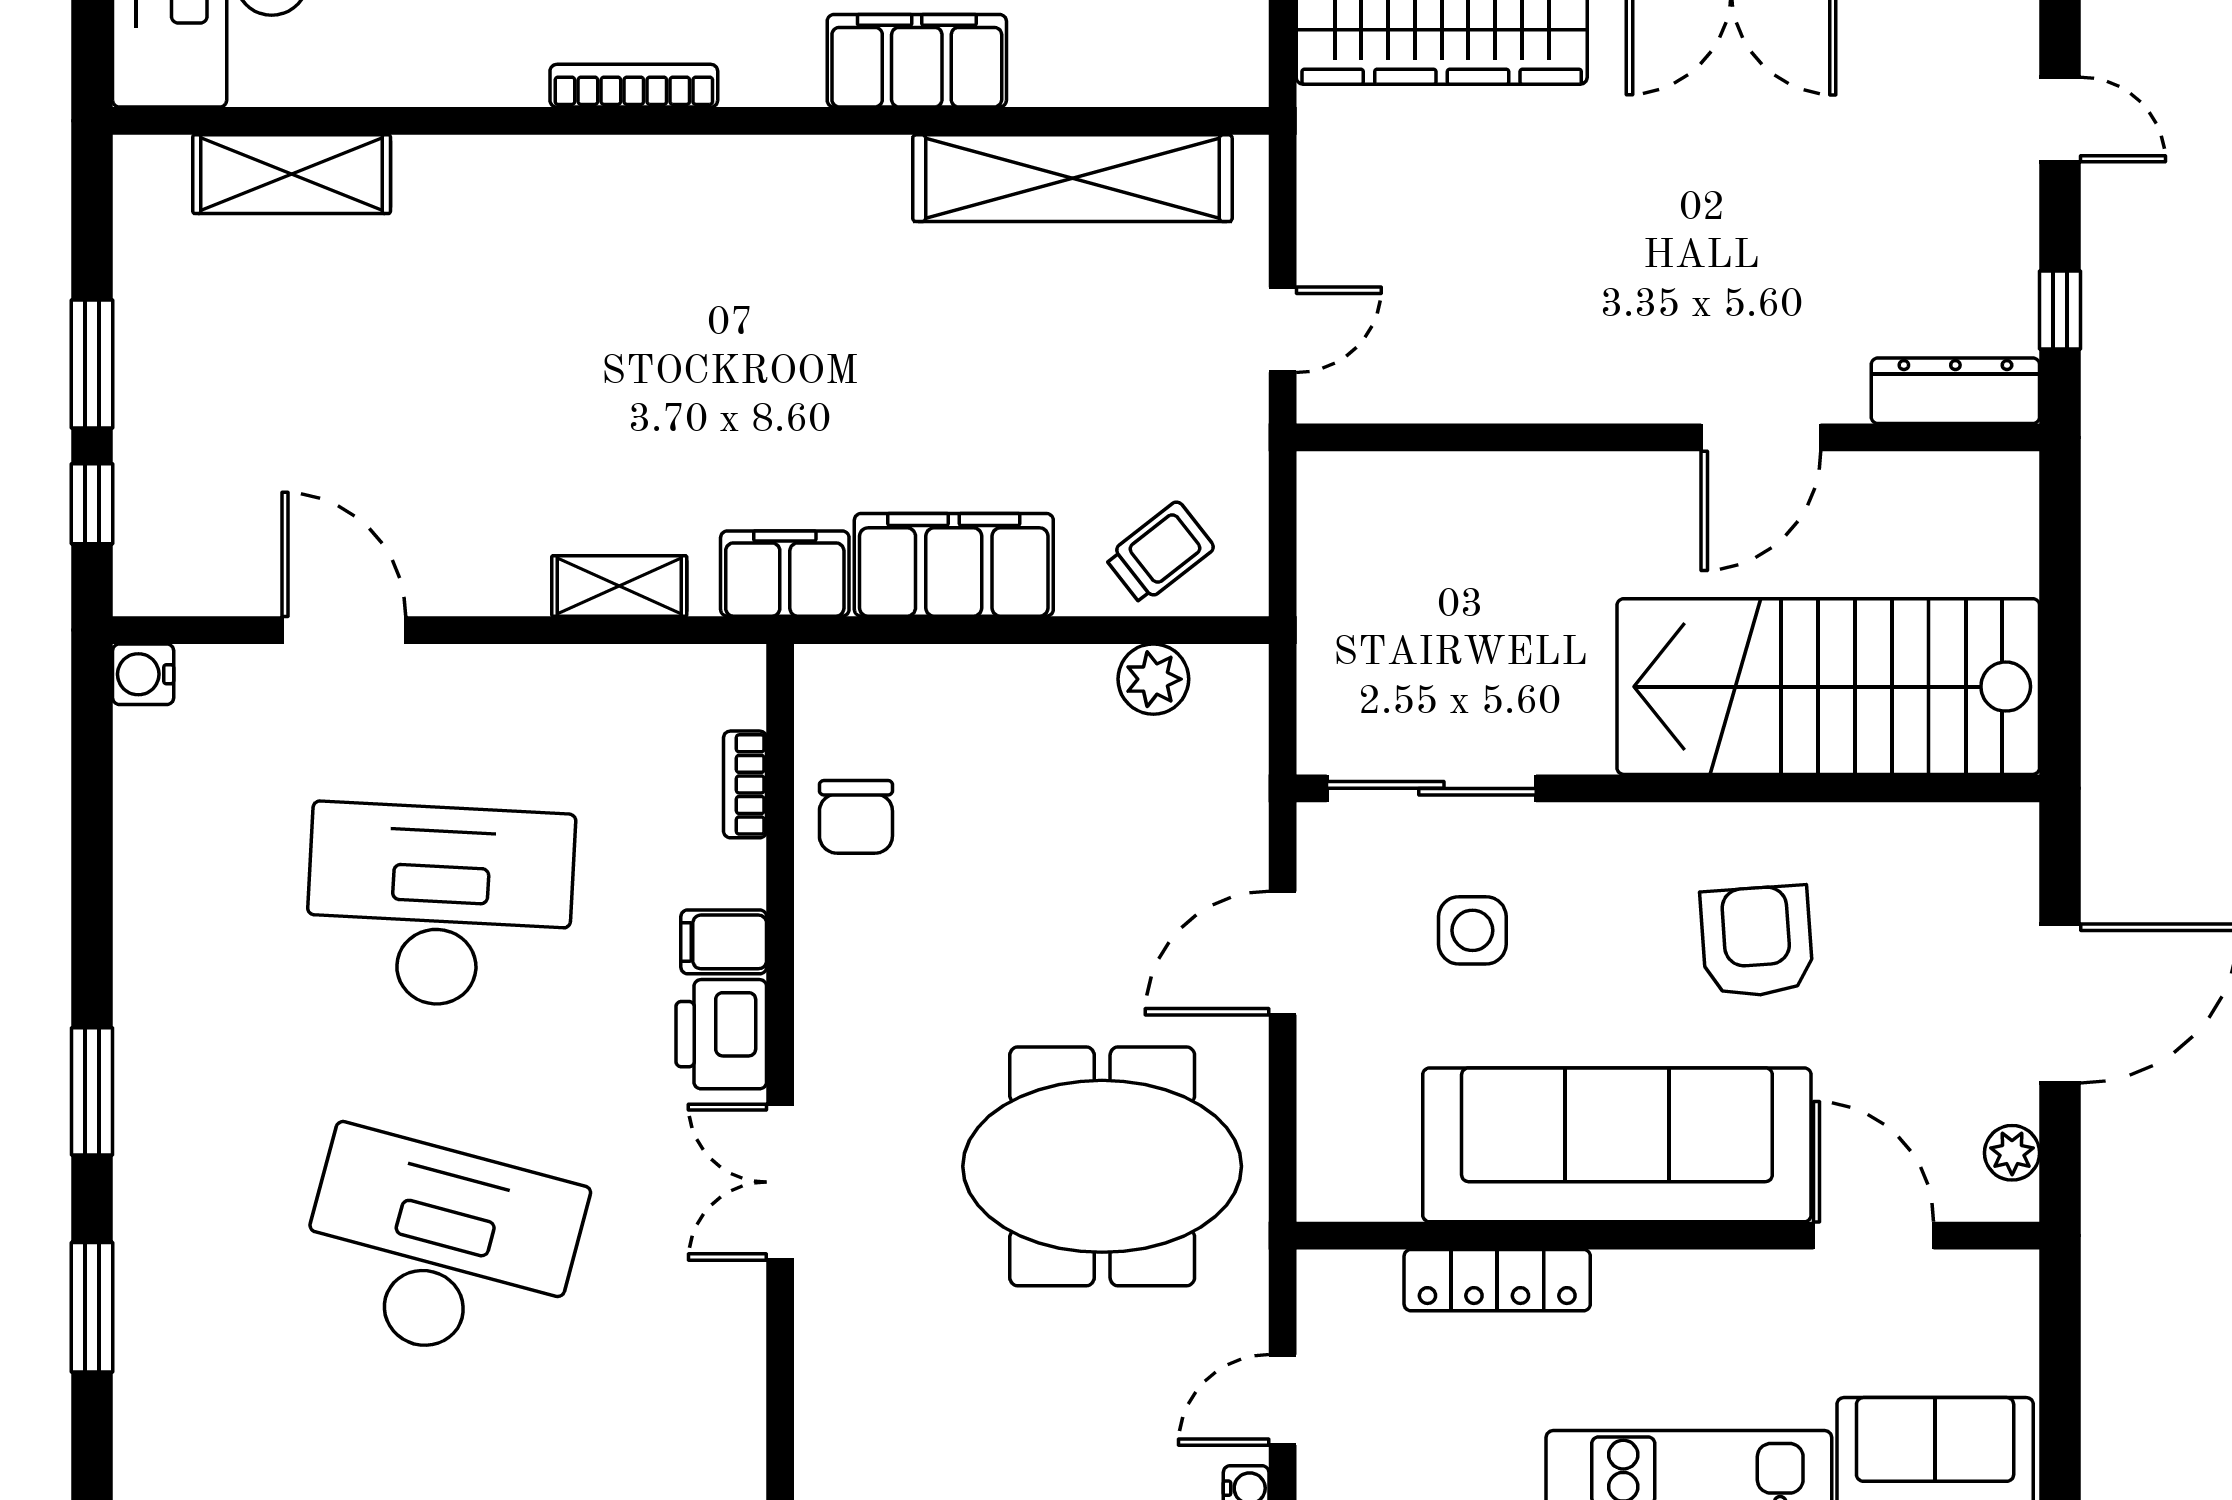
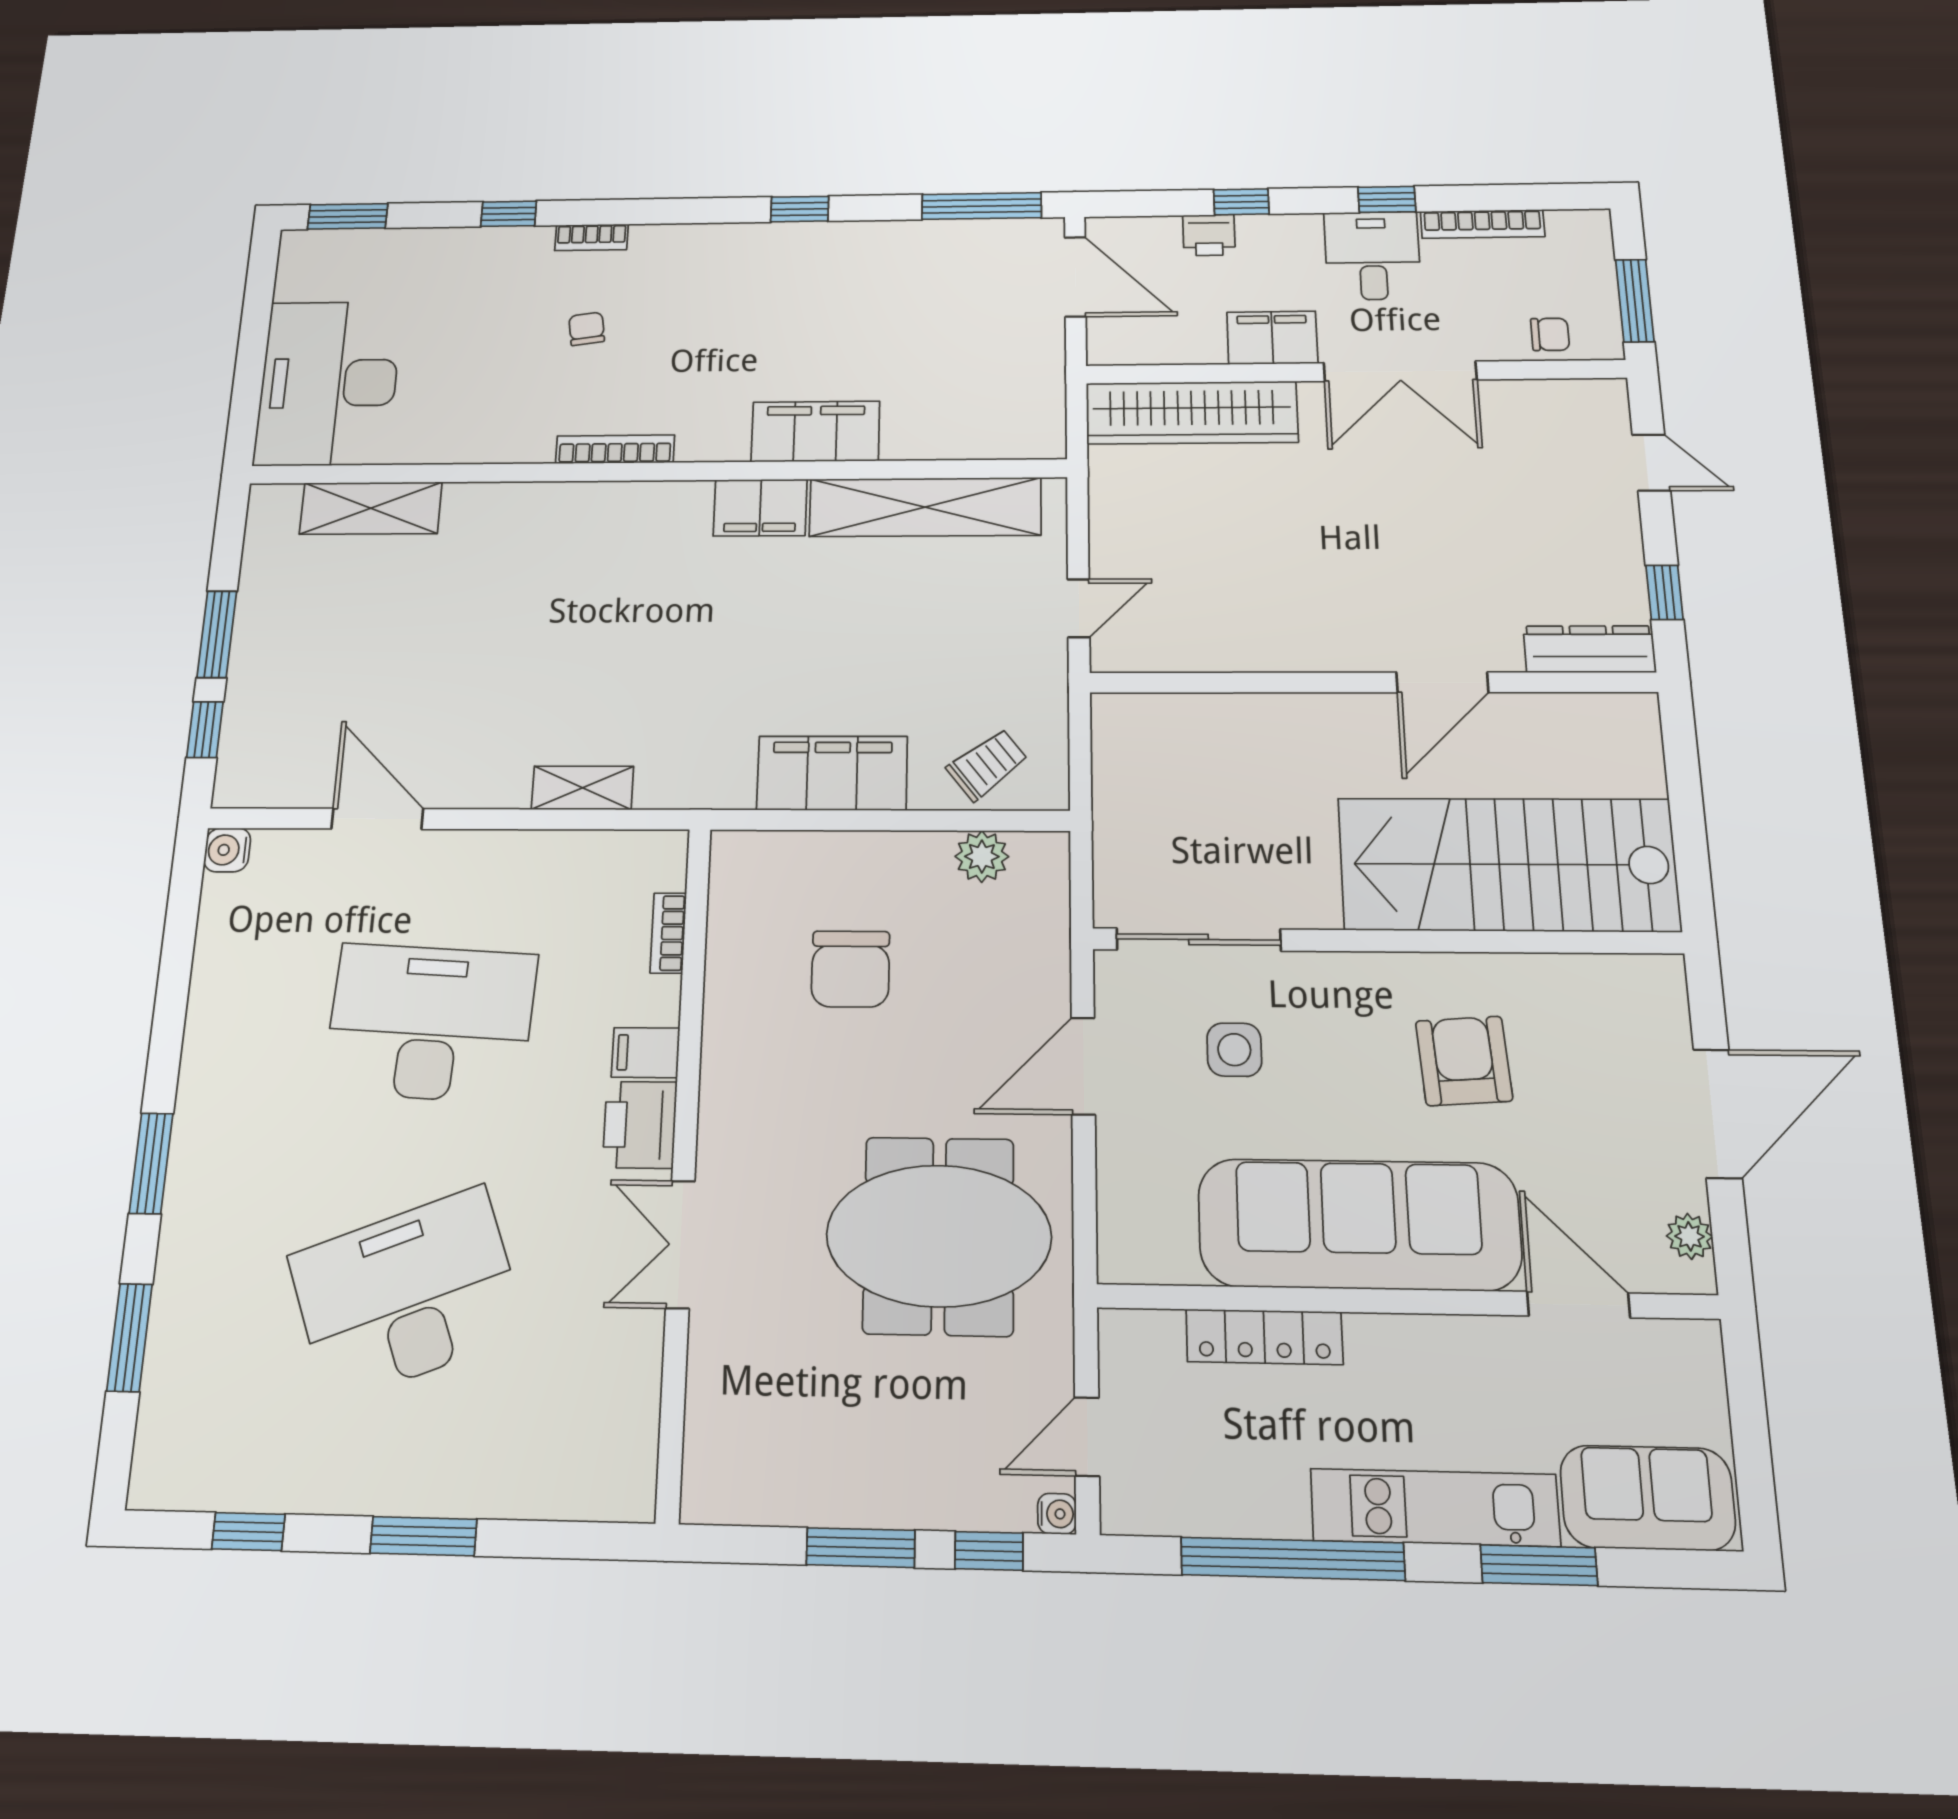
filing cabinet: (785, 574) -> (760, 508), moved, turned 180
chair: (856, 817) -> (850, 969), moved, width x1.37, depth x1.37
desk: (440, 1249) -> (407, 1295), turned -36

